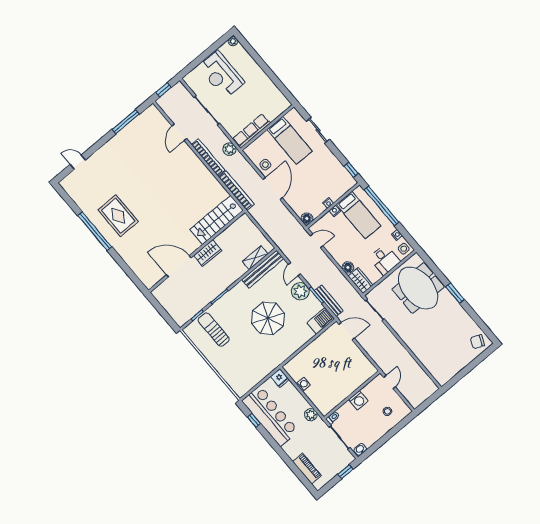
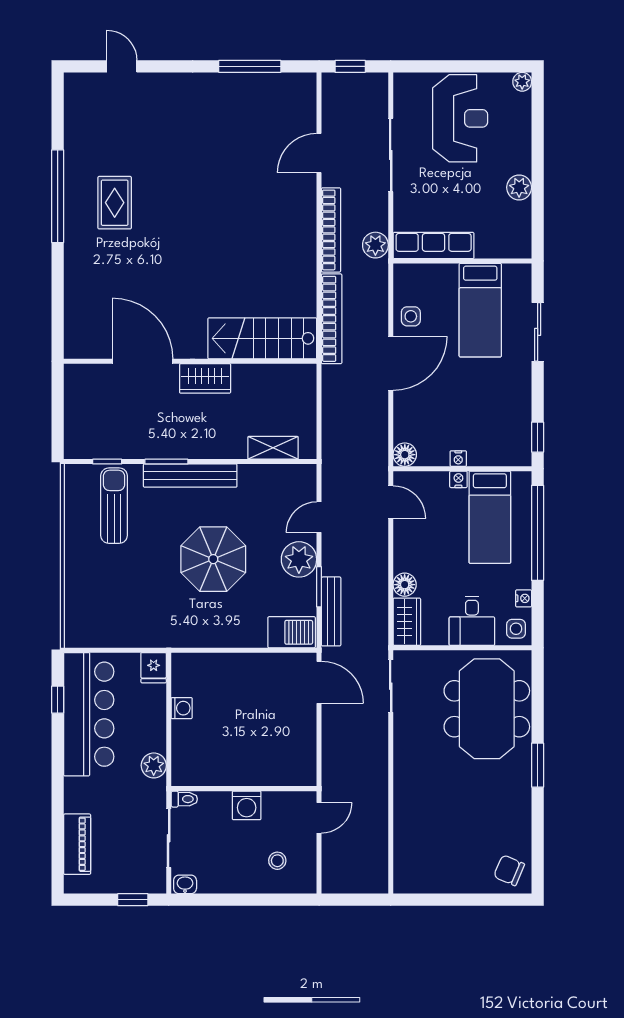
reception desk: (221, 75) -> (460, 118), turned 180
plant: (265, 82) -> (519, 187), added
rug: (118, 216) -> (115, 203), width x0.73, depth x0.70
bench: (263, 269) -> (190, 476), moved

